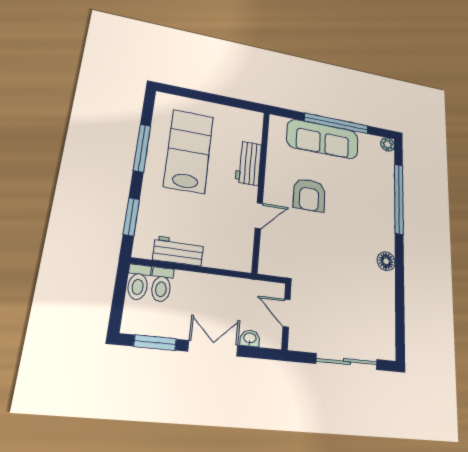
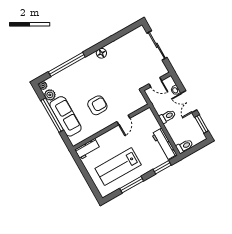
plant: (368, 143) -> (50, 95), added
workbench: (248, 163) -> (87, 149), moved
door: (259, 216) -> (123, 120), swing flipped
workbench: (178, 251) -> (164, 144), width x1.37
toilet: (161, 285) -> (167, 116), moved
door: (287, 313) -> (155, 82), hinge flipped

